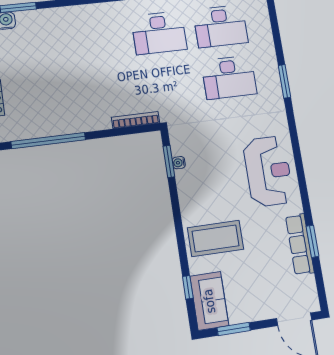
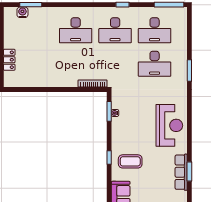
desk: (96, 40) -> (76, 30), added
window: (48, 141) -> (39, 89), removed
coffee table: (216, 238) -> (130, 161), width x0.73, depth x0.76
window: (188, 287) -> (109, 158), moved

